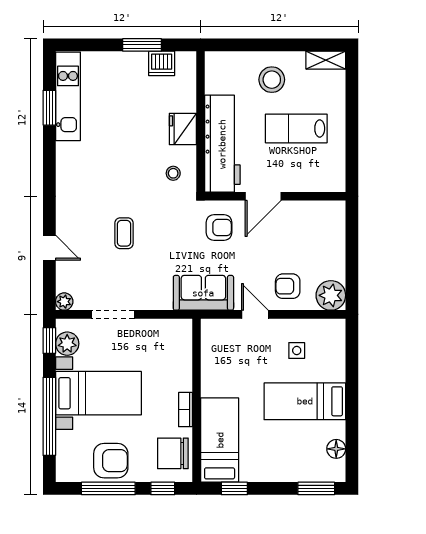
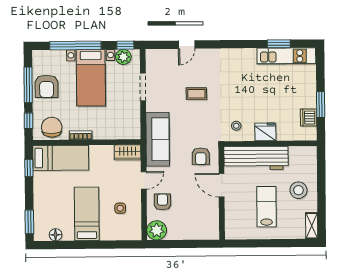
sofa: (203, 293) -> (158, 139), width x1.36
plant: (64, 302) -> (151, 55), removed
wardrobe: (212, 339) -> (128, 152), added

